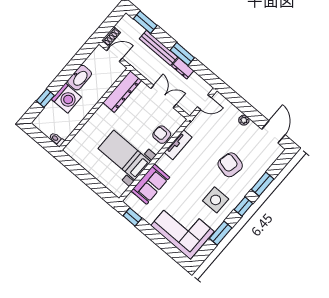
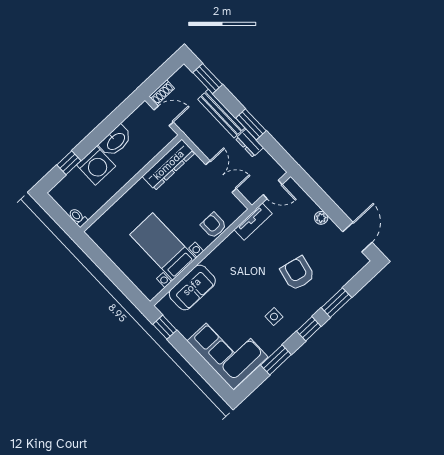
tv unit: (178, 145) -> (253, 222), moved
side table: (216, 200) -> (274, 317), width x0.54, depth x0.54

